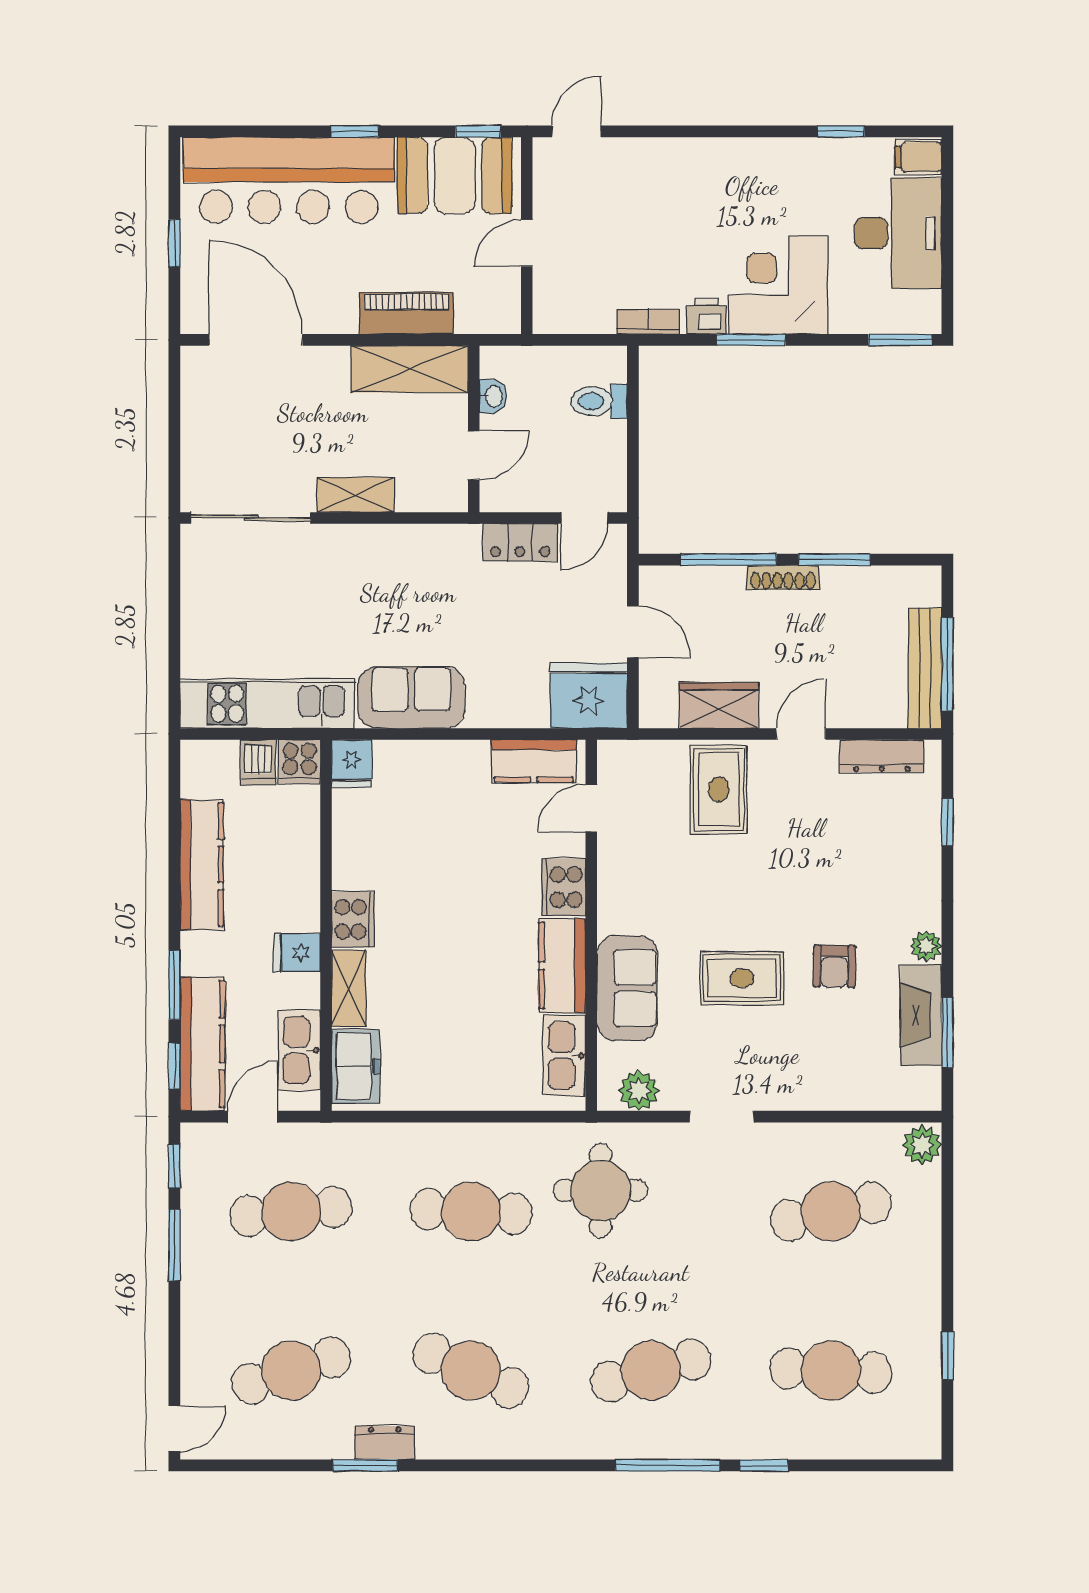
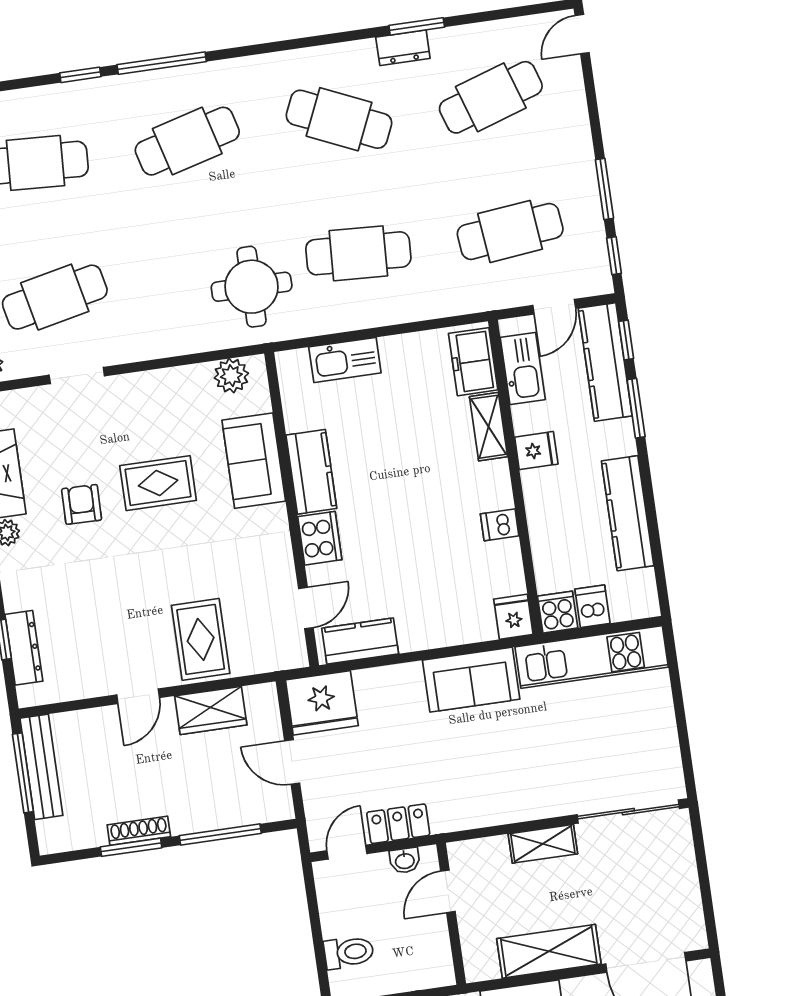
shelving: (409, 369) -> (549, 951), moved
washbasin: (493, 396) -> (405, 860), moved, turned -90
shoe rack: (783, 578) -> (139, 831), moved
dresser: (882, 756) -> (24, 648), moved, turned 90
dishwasher: (352, 873) -> (500, 525), added
cooker: (353, 919) -> (493, 485), removed
kitchen sink: (564, 1055) -> (345, 360), moved, turned 90
doorway: (722, 1117) -> (77, 376), moved

